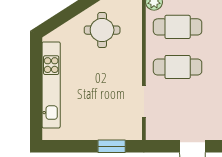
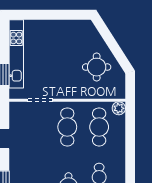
kitchen unit: (51, 85) -> (16, 54), moved, turned -90

